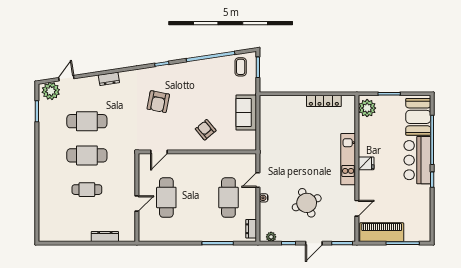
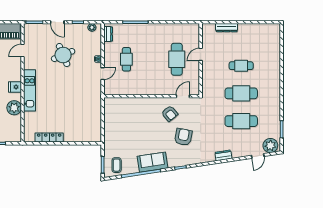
plant: (367, 108) -> (14, 108), moved
sofa: (246, 112) -> (152, 162), moved, turned -99
armchair: (206, 130) -> (170, 114), moved
cafe table: (228, 198) -> (126, 59), width x0.73, depth x0.74
door: (314, 243) -> (57, 22), swing flipped

